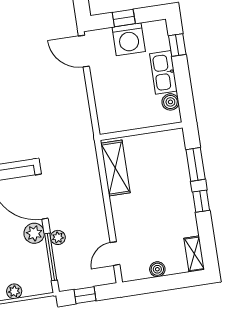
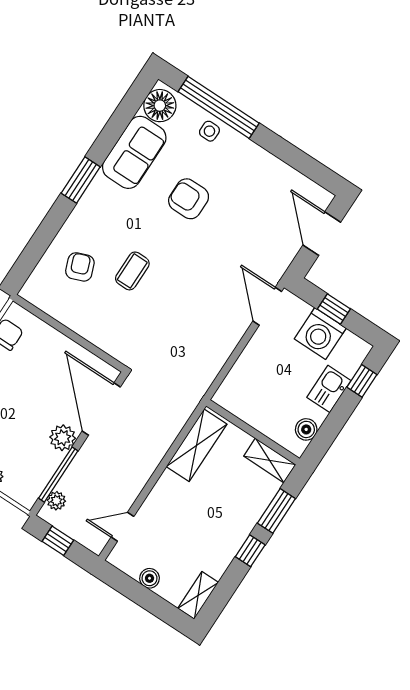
kitchen sink: (163, 72) -> (329, 389), width x0.73
shelving: (165, 139) -> (270, 460), added
plant: (58, 237) -> (56, 501), moved

